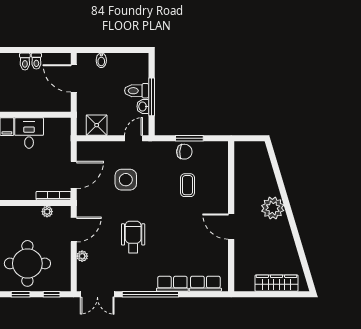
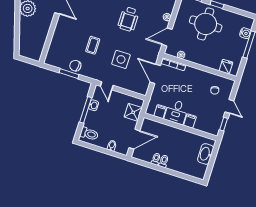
door: (74, 78) -> (134, 139), hinge flipped
toilet: (137, 91) -> (89, 134), moved
shower: (97, 125) -> (133, 112), moved
filing cabinet: (51, 126) -> (160, 112), added
door: (134, 138) -> (107, 86), hinge flipped
door: (74, 175) -> (155, 74), hinge flipped
coffee table: (187, 185) -> (93, 45), moved

